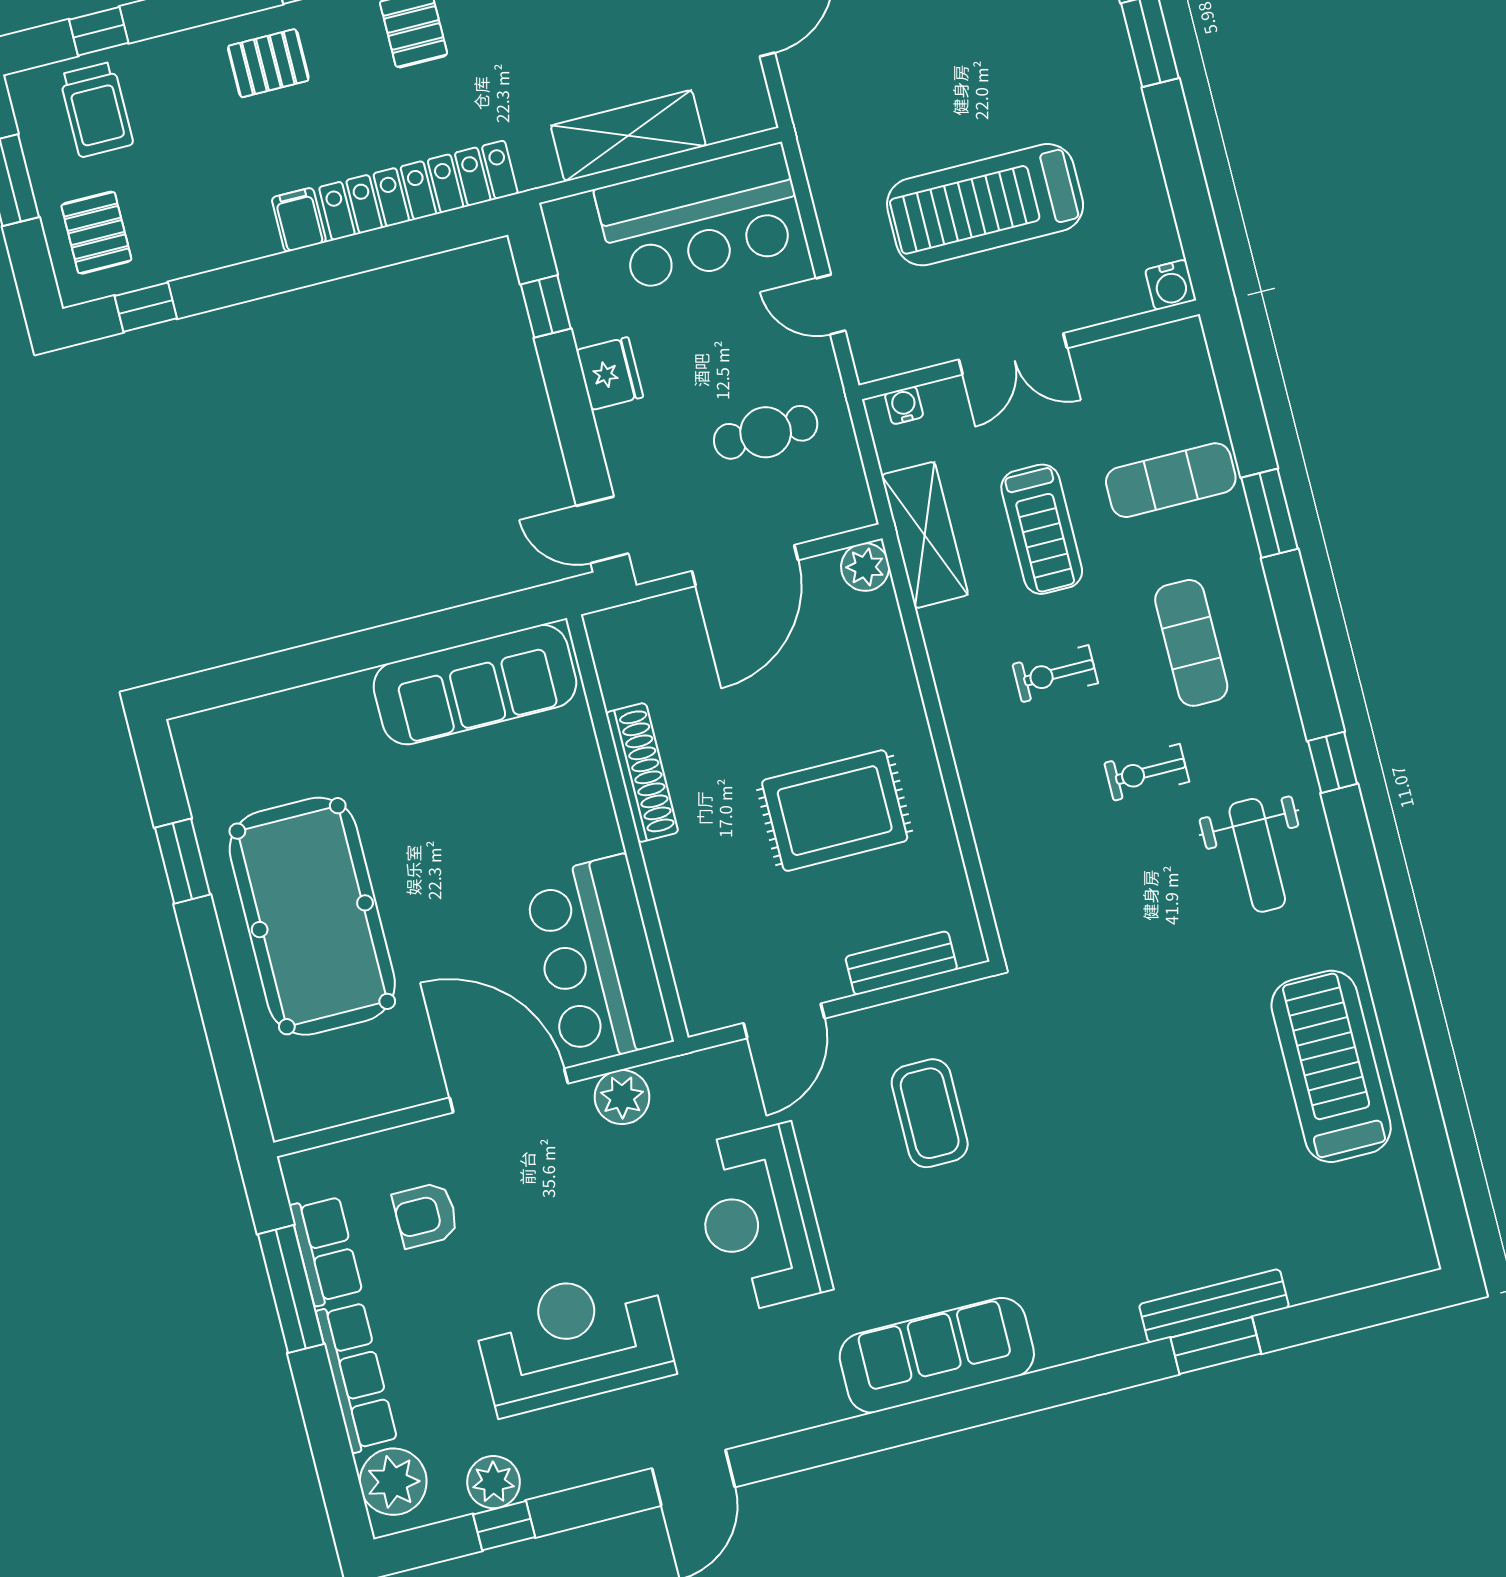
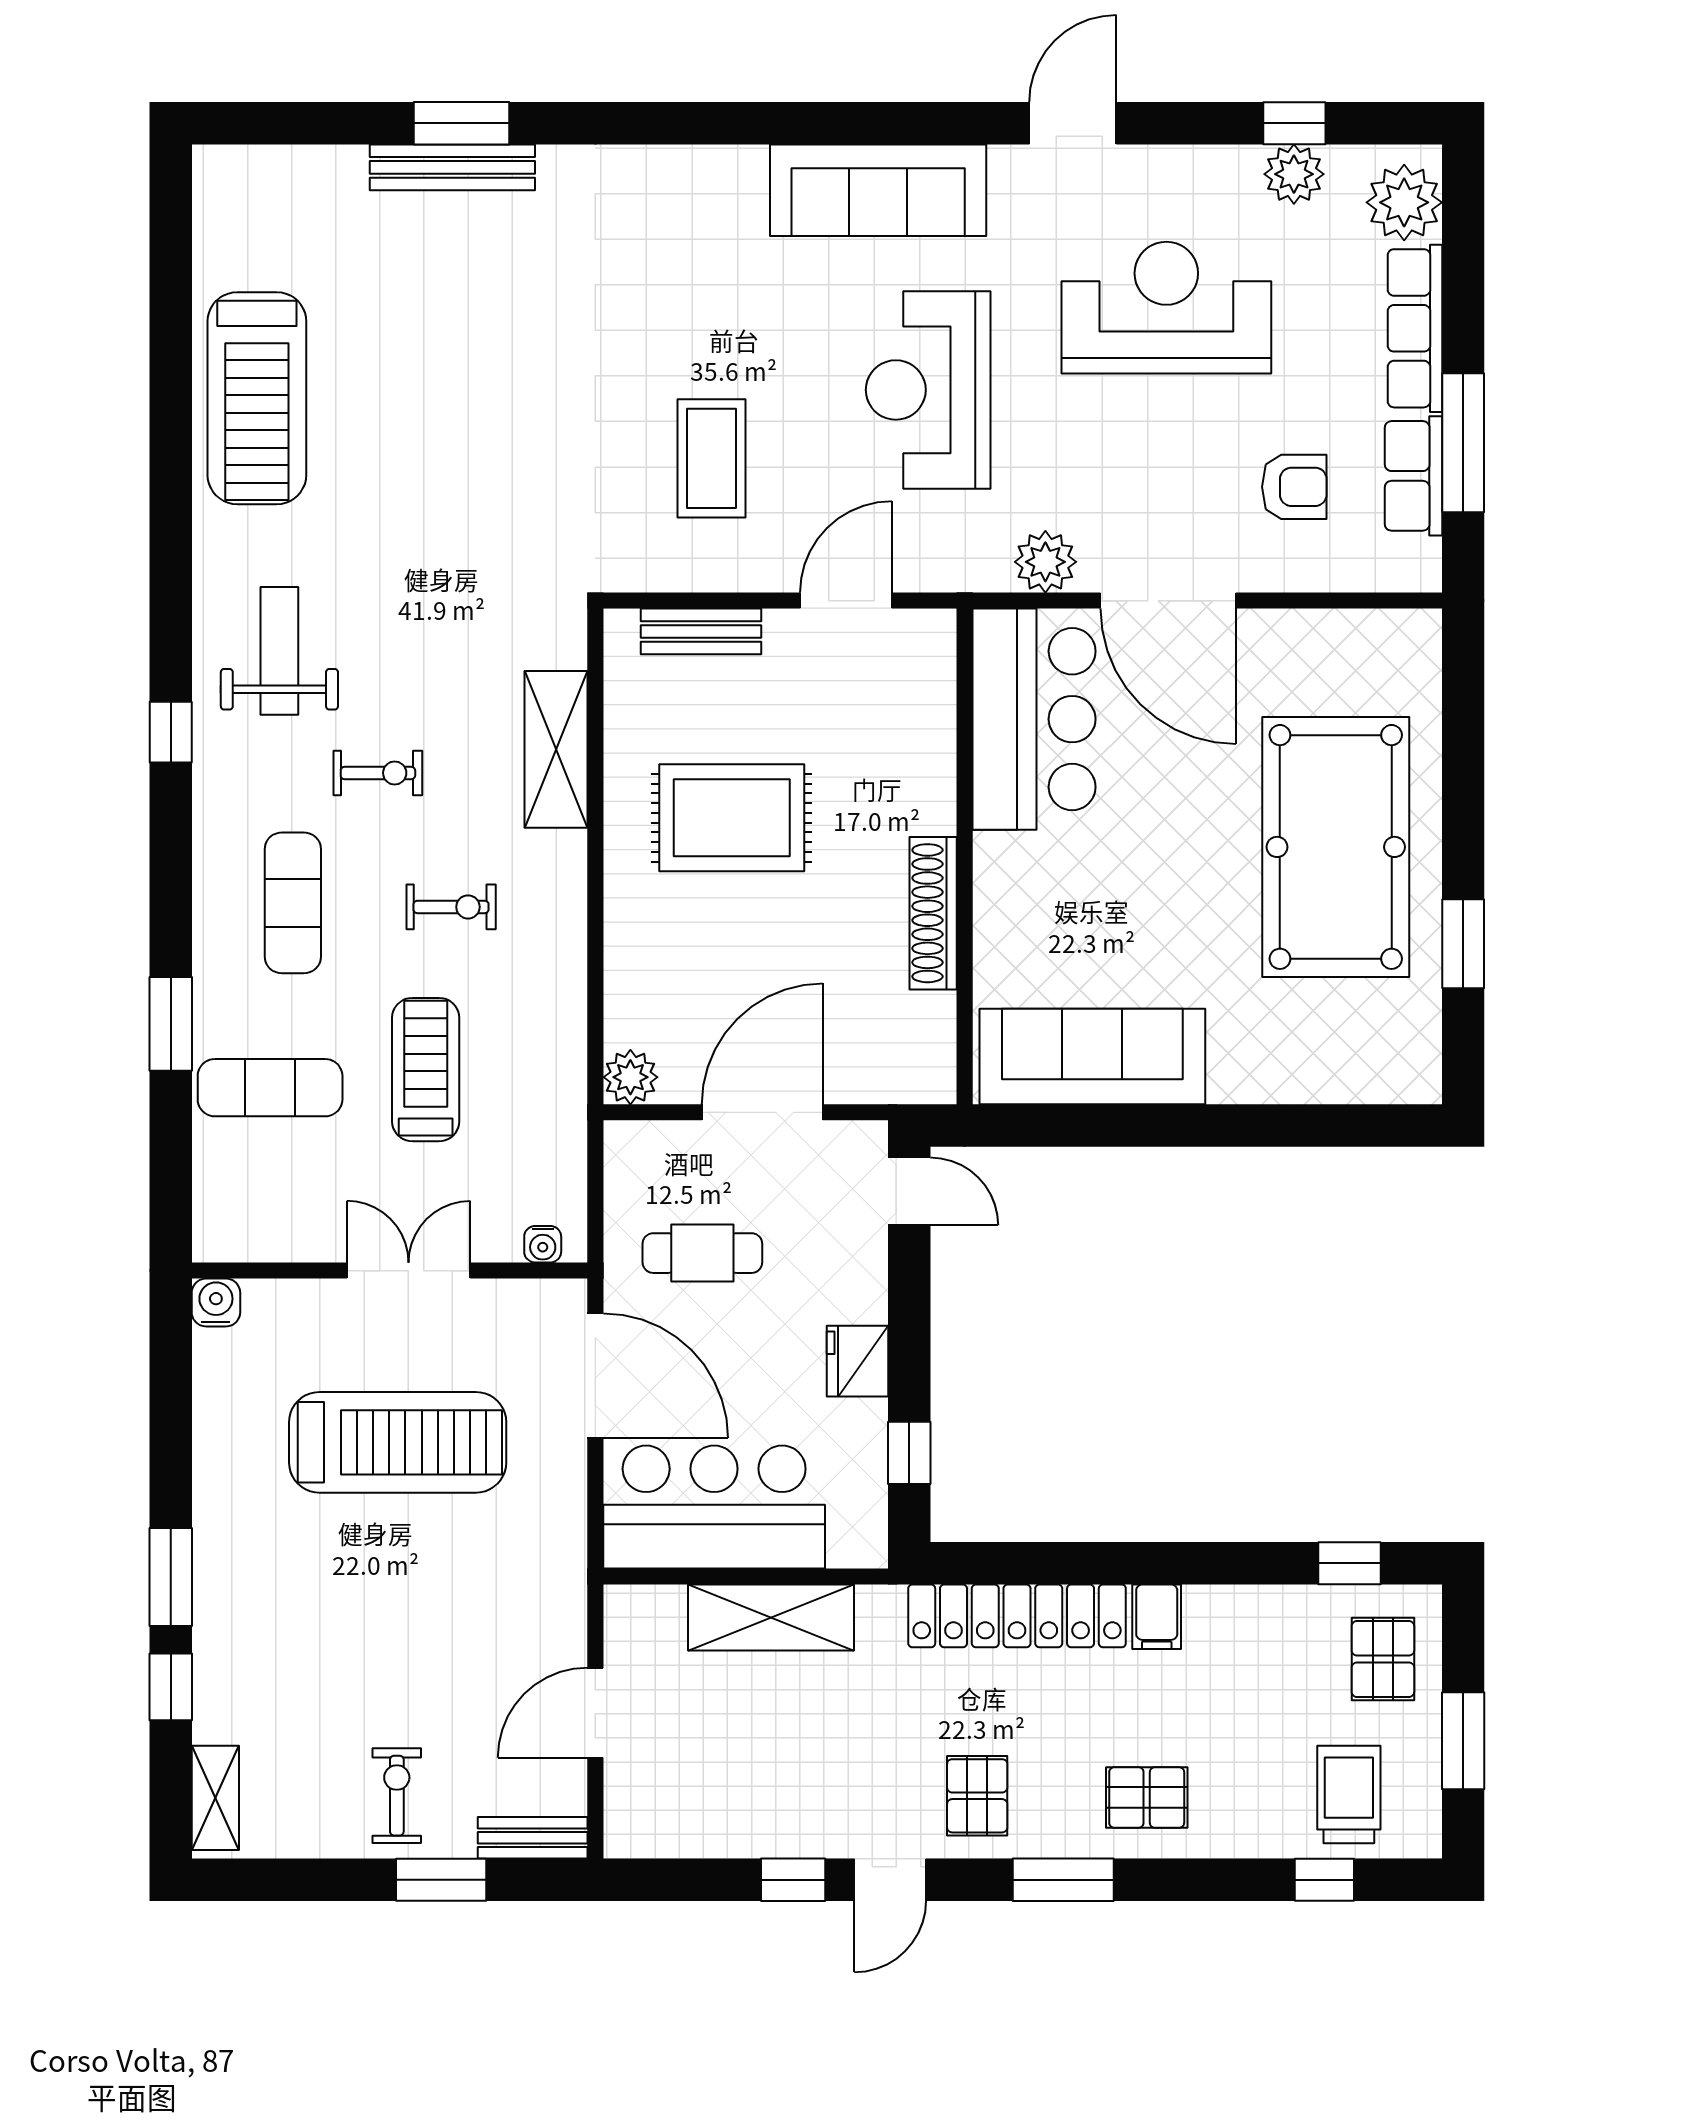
door: (831, 304) -> (595, 1376), width x1.88
shelving: (925, 535) -> (556, 749), moved
reception desk: (759, 1219) -> (928, 390), turned 180
reception desk: (574, 1340) -> (1166, 308), turned 180
sofa: (937, 1355) -> (878, 190), moved

